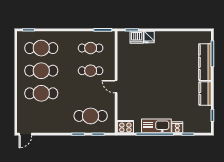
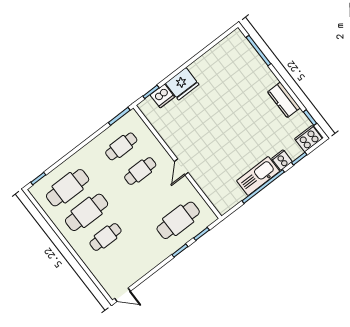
fridge: (149, 37) -> (182, 84), width x1.88, depth x1.34
kitchen counter: (205, 62) -> (258, 66), removed
door: (116, 87) -> (181, 167), hinge flipped
cafe table: (41, 93) -> (106, 237), width x0.73, depth x0.74
cooker: (125, 127) -> (308, 139), moved
door: (25, 134) -> (122, 295), hinge flipped

